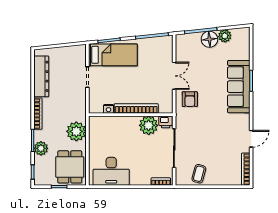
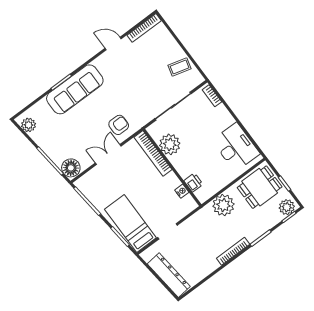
plant: (225, 36) -> (29, 125), moved
floor lamp: (209, 39) -> (71, 168), moved
dresser: (41, 76) -> (169, 275), moved, turned 84
bookcase: (136, 108) -> (153, 153), moved
printer: (166, 122) -> (193, 182), moved
plant: (41, 148) -> (287, 207), moved

